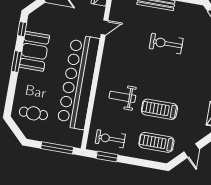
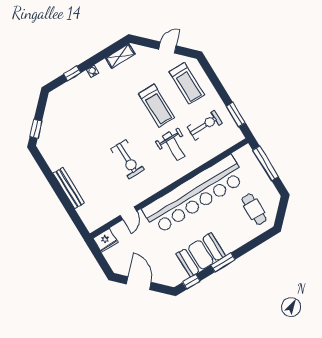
door: (104, 27) -> (128, 213), swing flipped
exercise bike: (166, 43) -> (128, 159), moved
exercise bike: (110, 139) -> (205, 125), moved, turned -90

